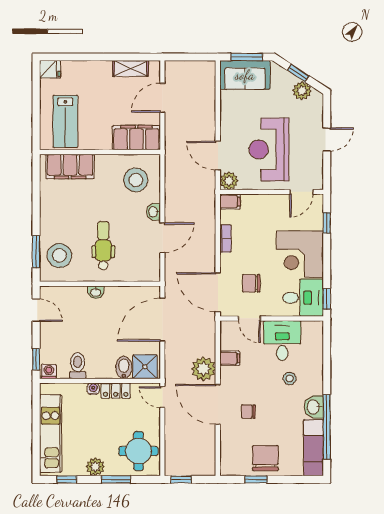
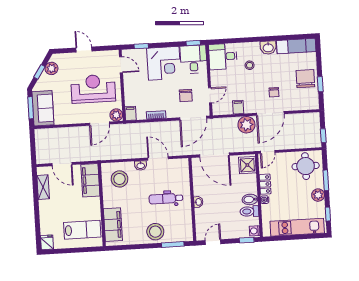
reception desk: (269, 149) -> (93, 89), turned 180
stool: (59, 255) -> (155, 232), moved
desk: (282, 341) -> (223, 56), moved
bidet: (124, 368) -> (250, 199), moved
window: (327, 427) -> (281, 38), removed
chair: (265, 458) -> (305, 79), turned 90

